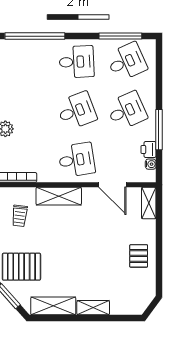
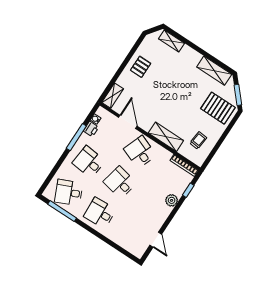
window: (35, 36) -> (115, 246), removed
desk: (77, 111) -> (120, 182), turned 33
desk: (127, 111) -> (89, 162), turned 30
desk: (77, 160) -> (140, 152), turned 30
shelving: (93, 308) -> (171, 41), moved

